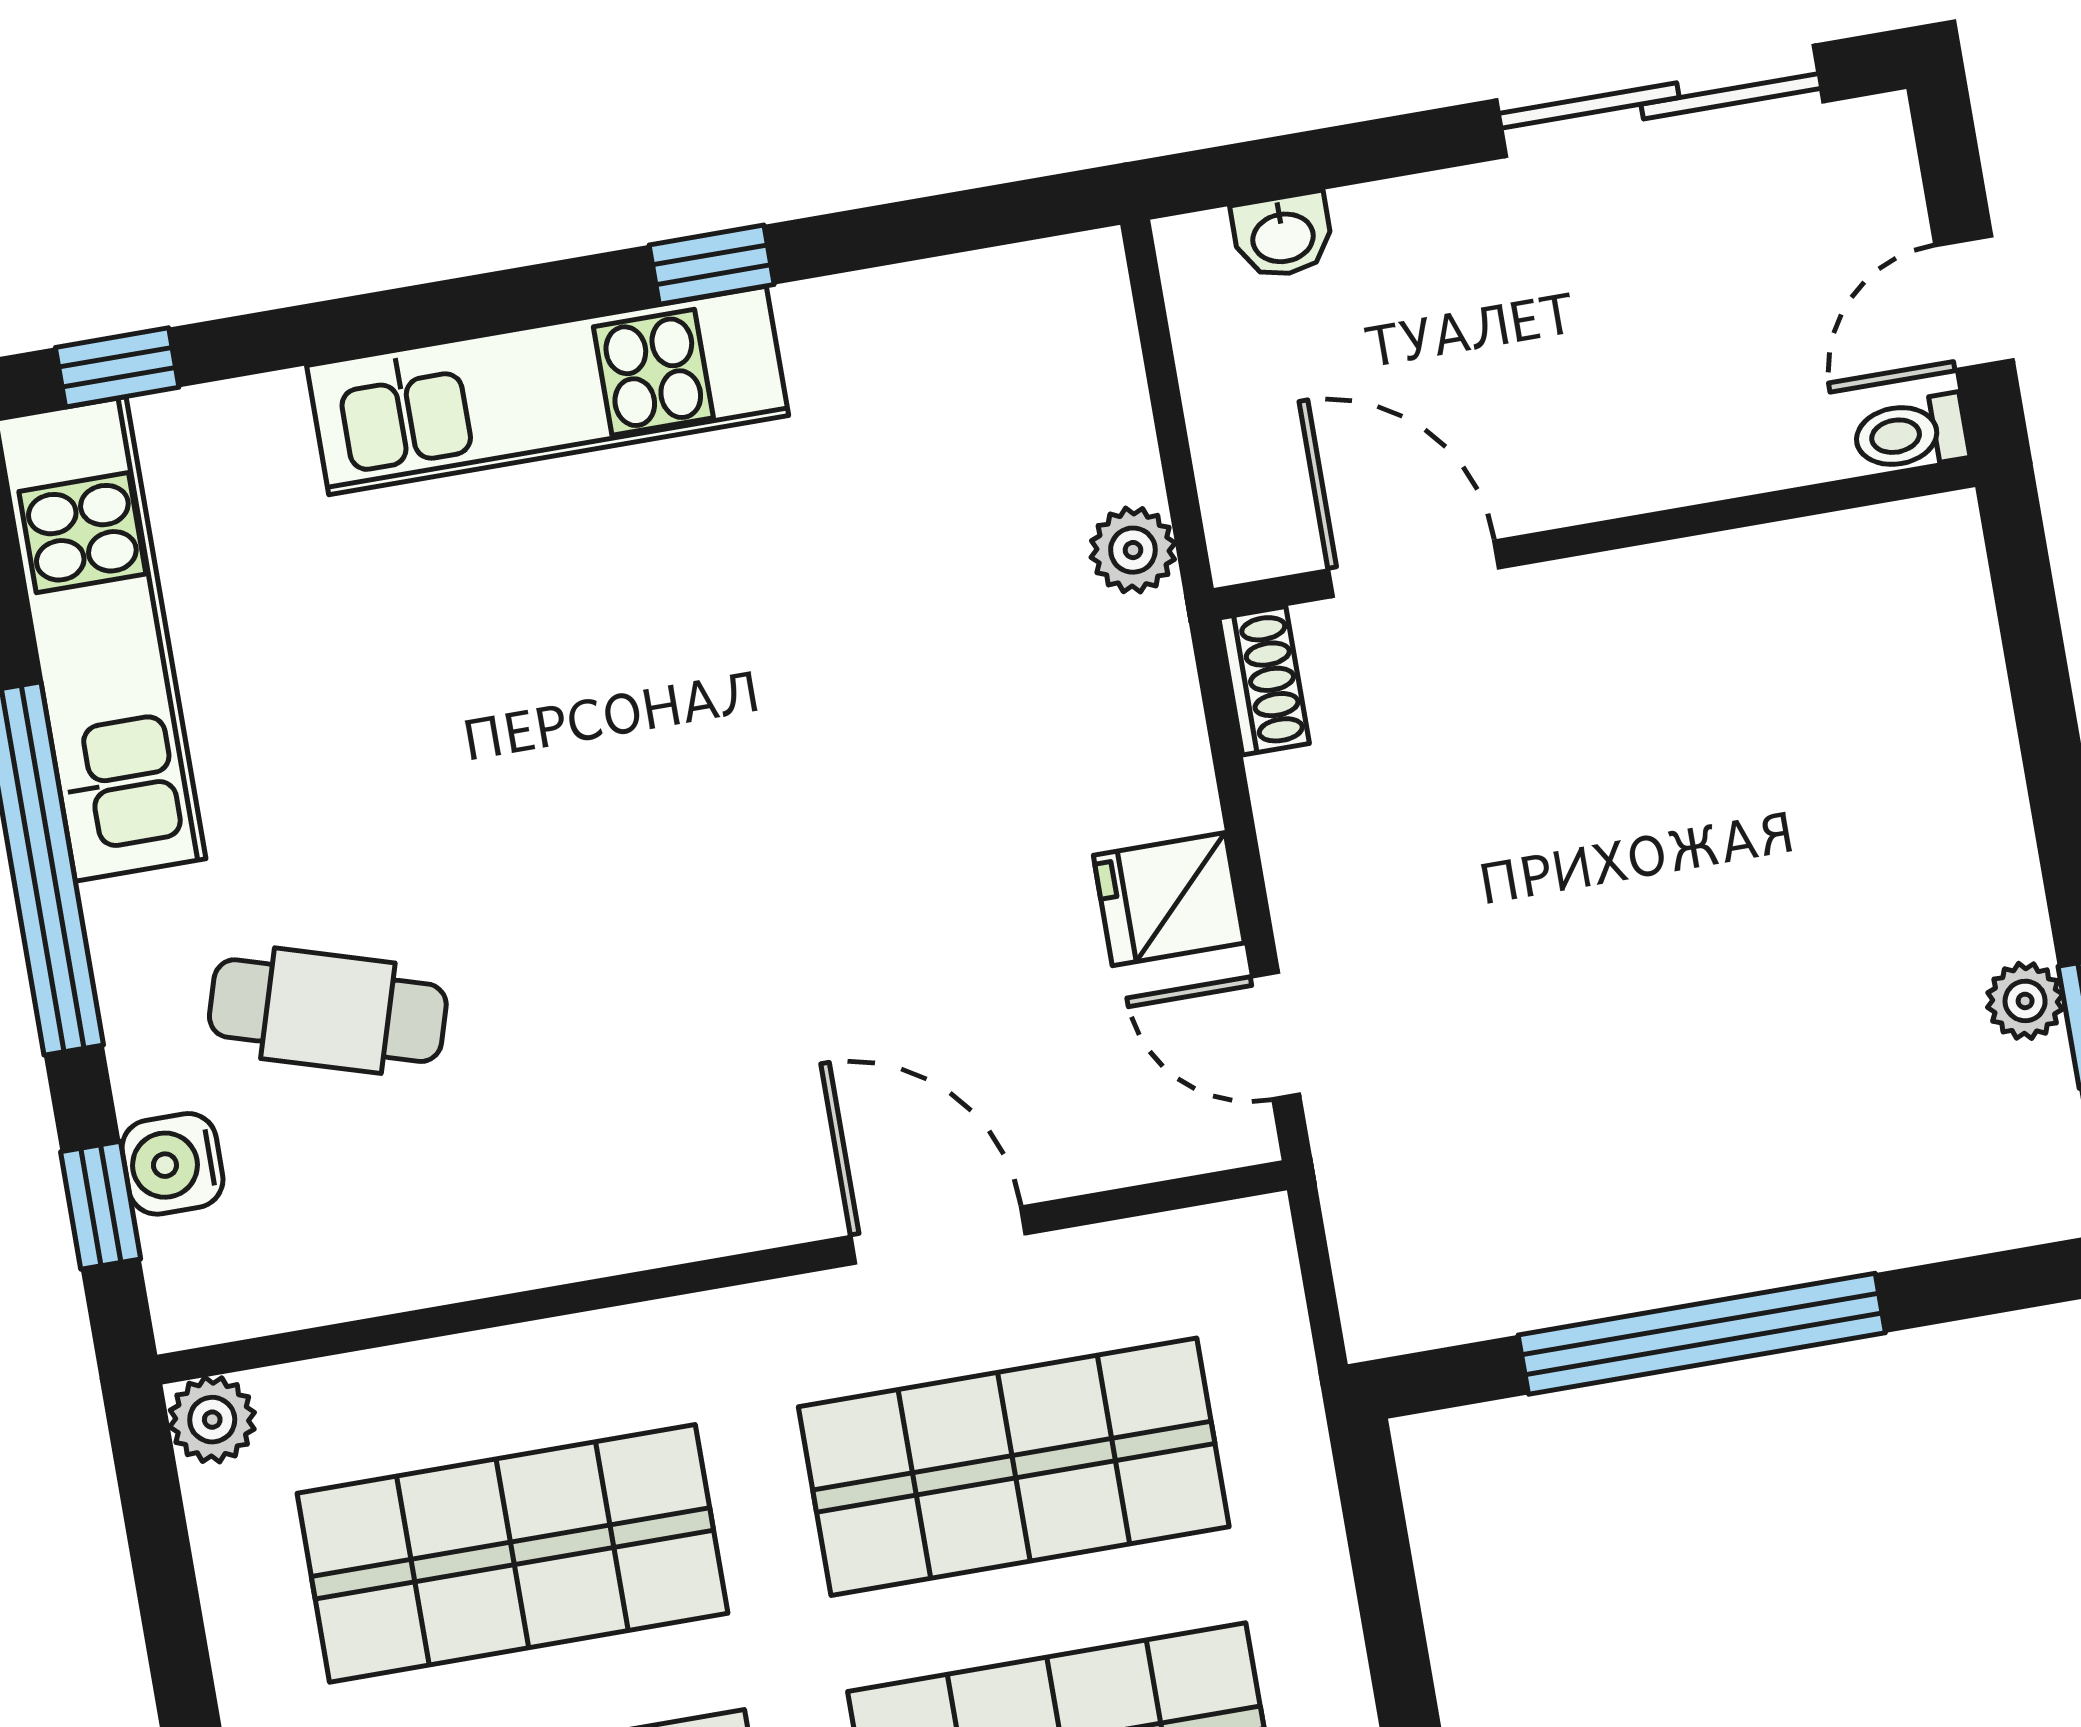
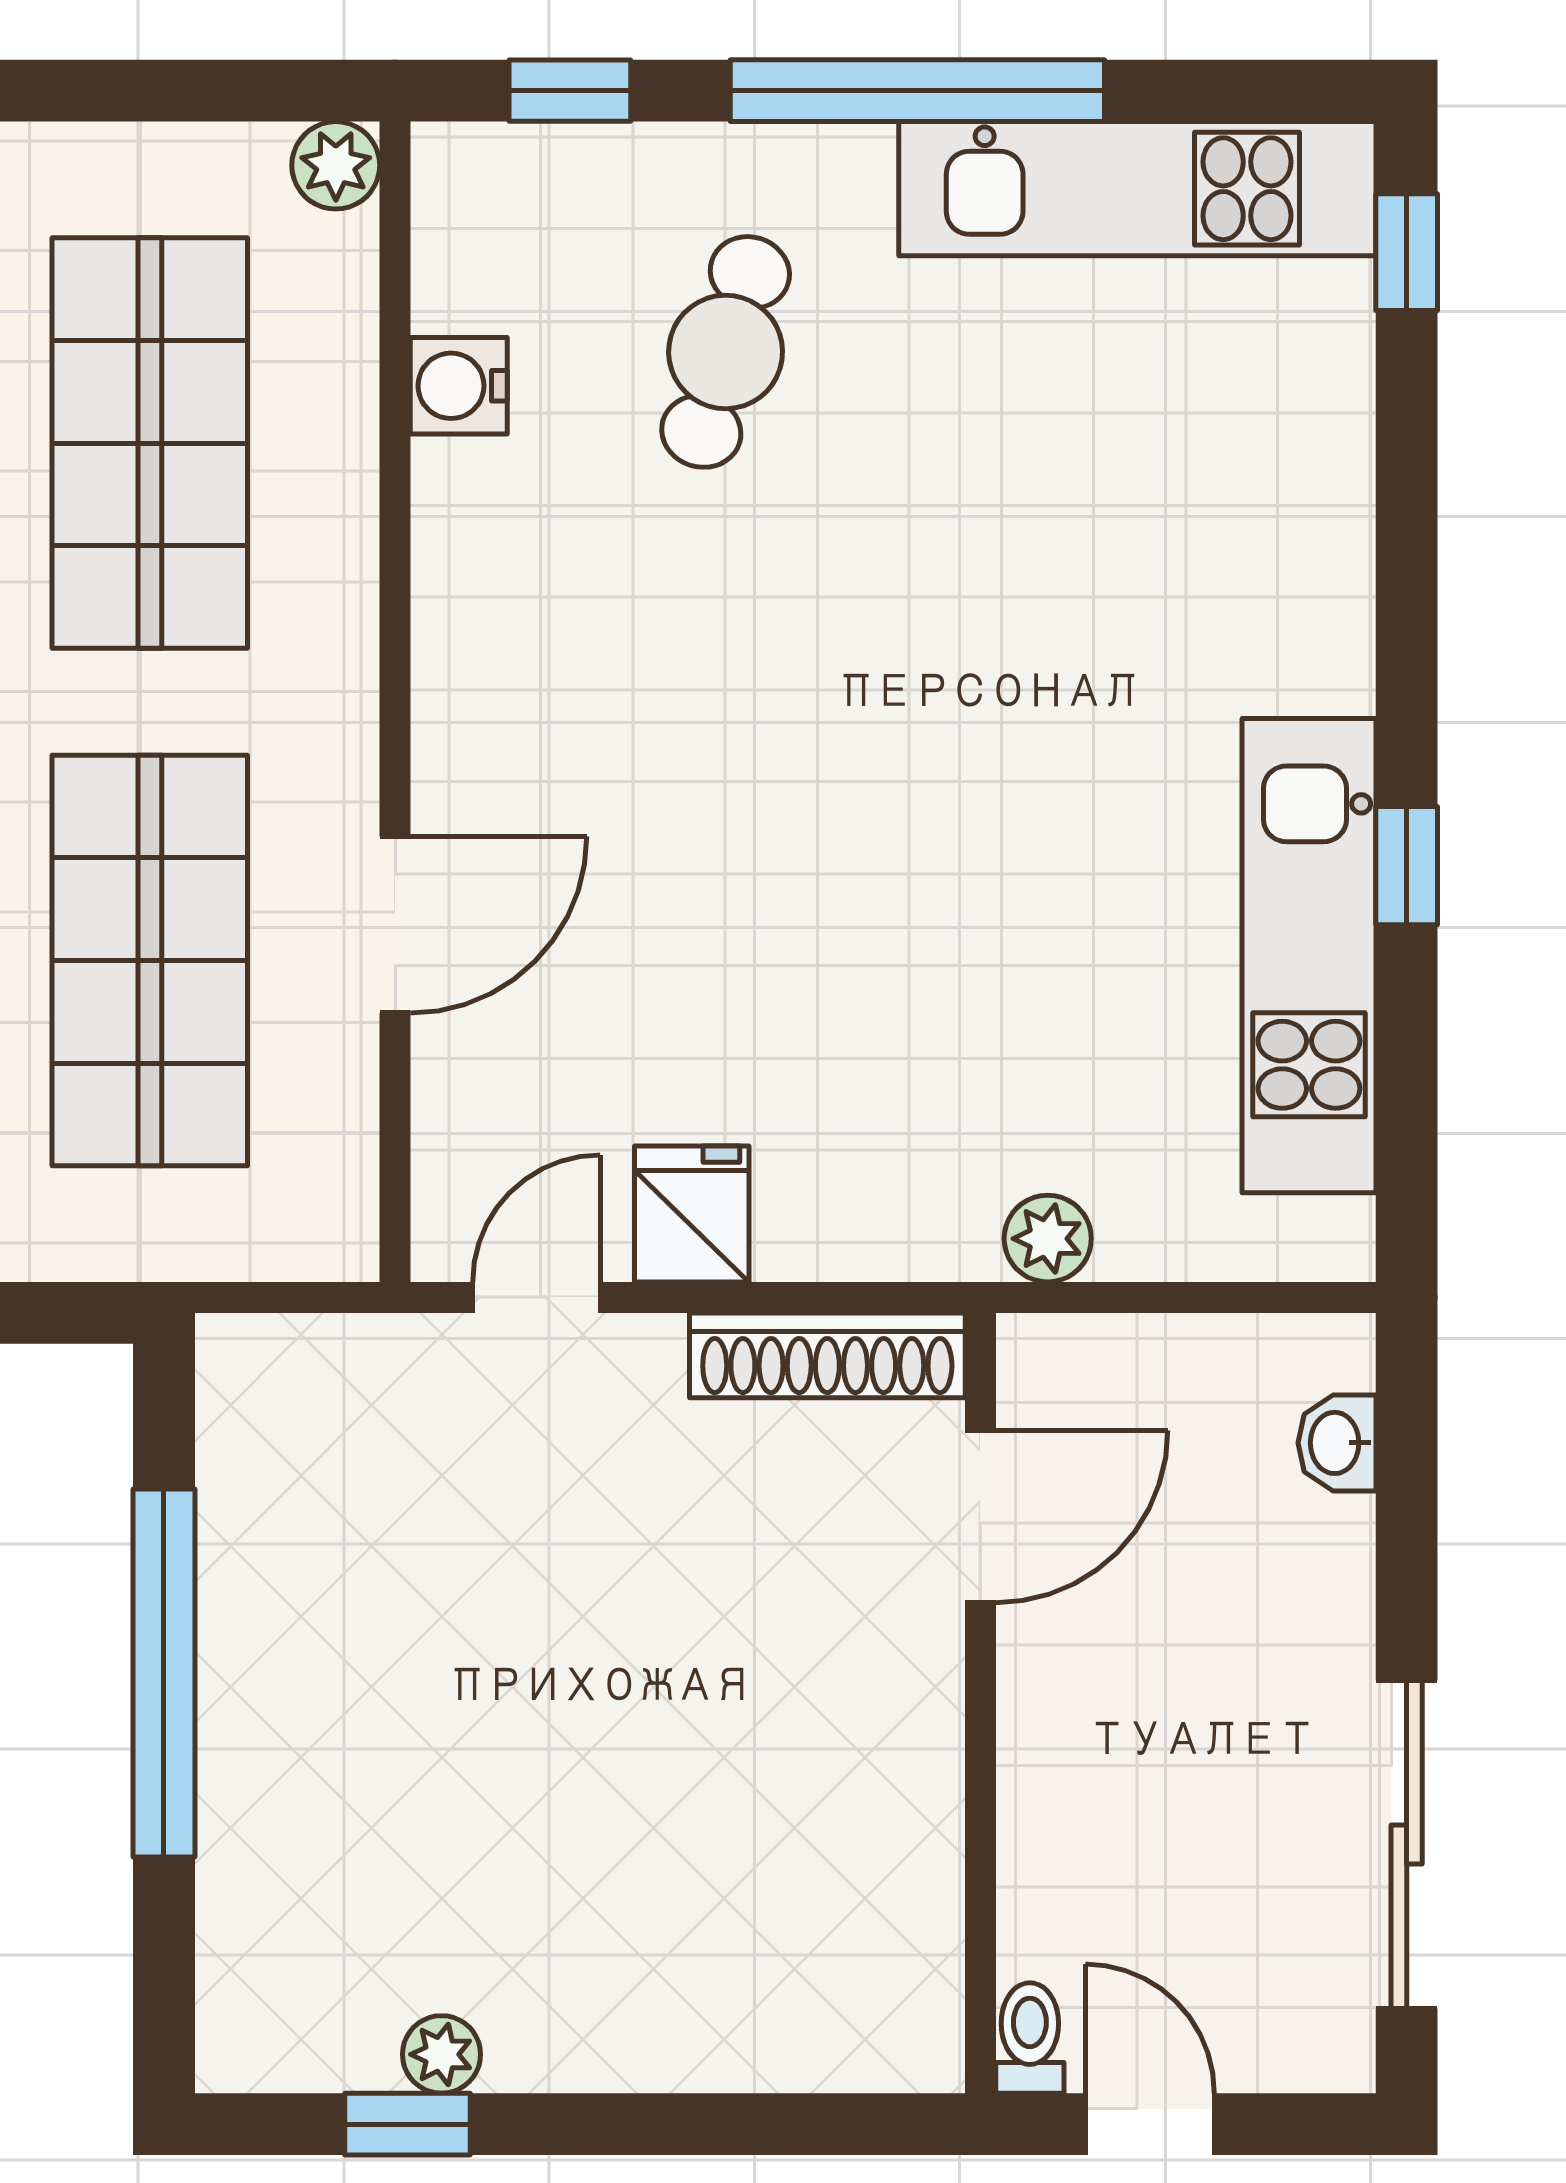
kitchen unit: (548, 390) -> (1309, 956), moved
shoe rack: (1264, 681) -> (827, 1355), width x1.94, depth x1.24
water cooler: (172, 1164) -> (459, 386), moved, turned -90

